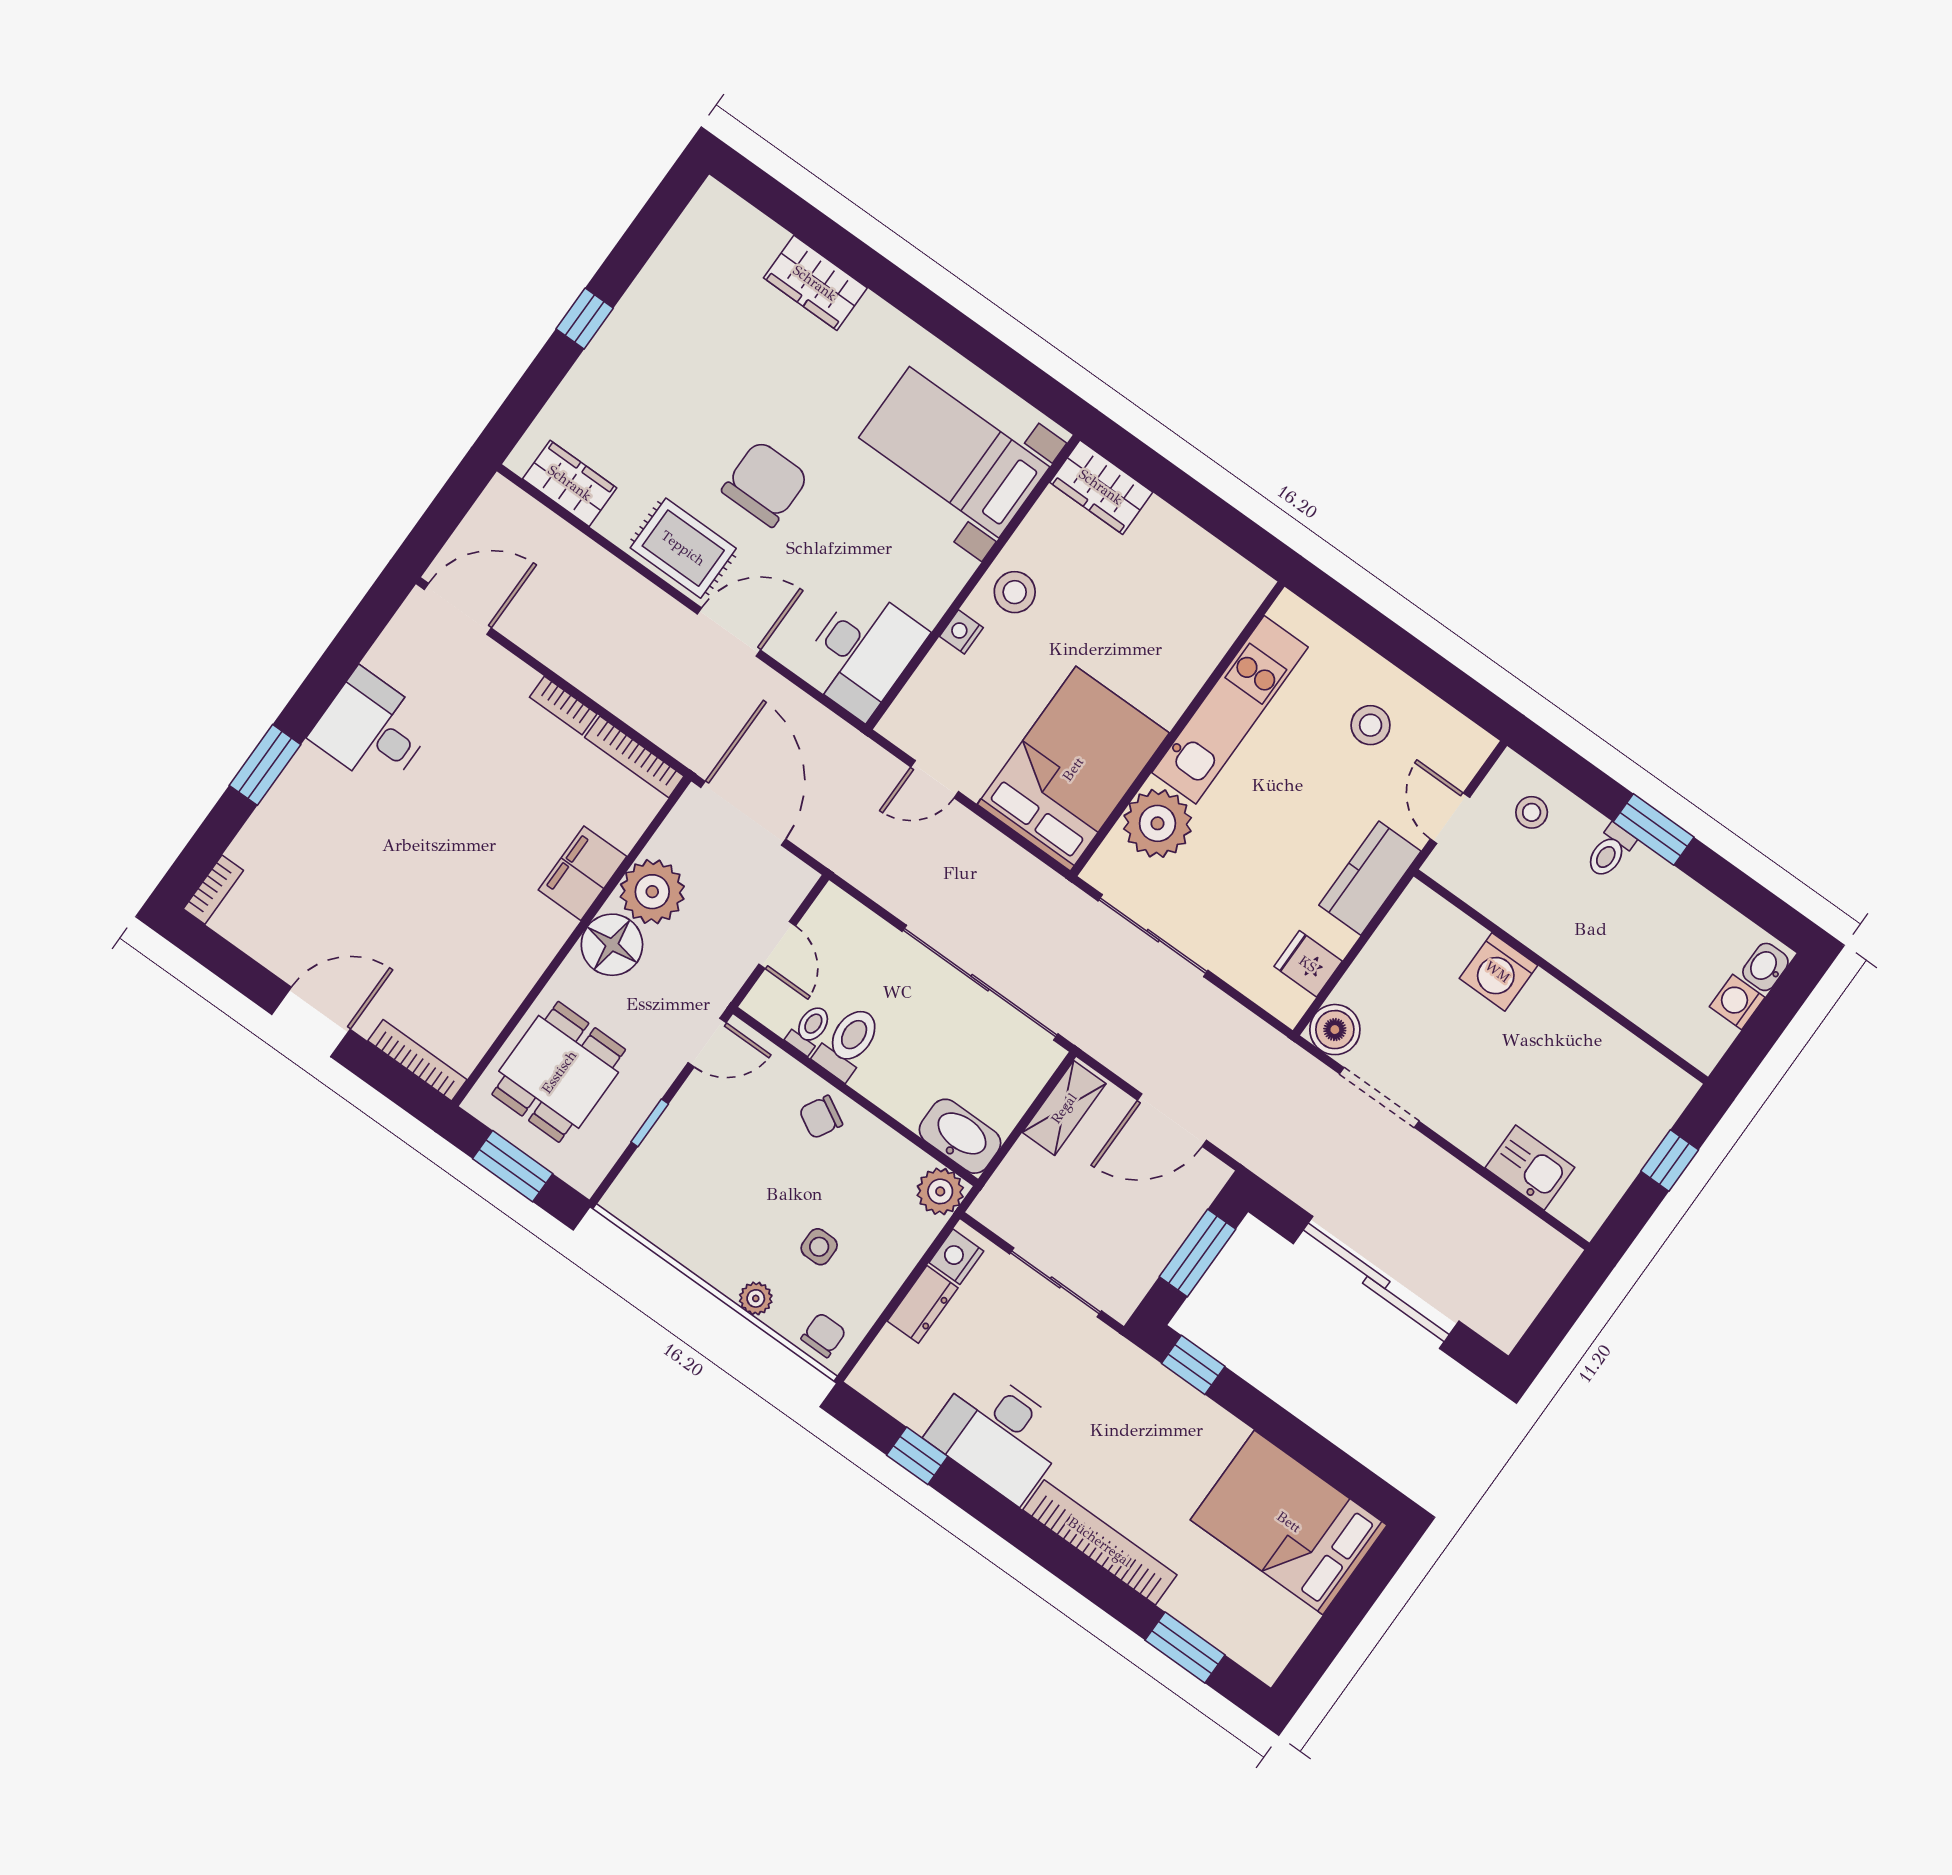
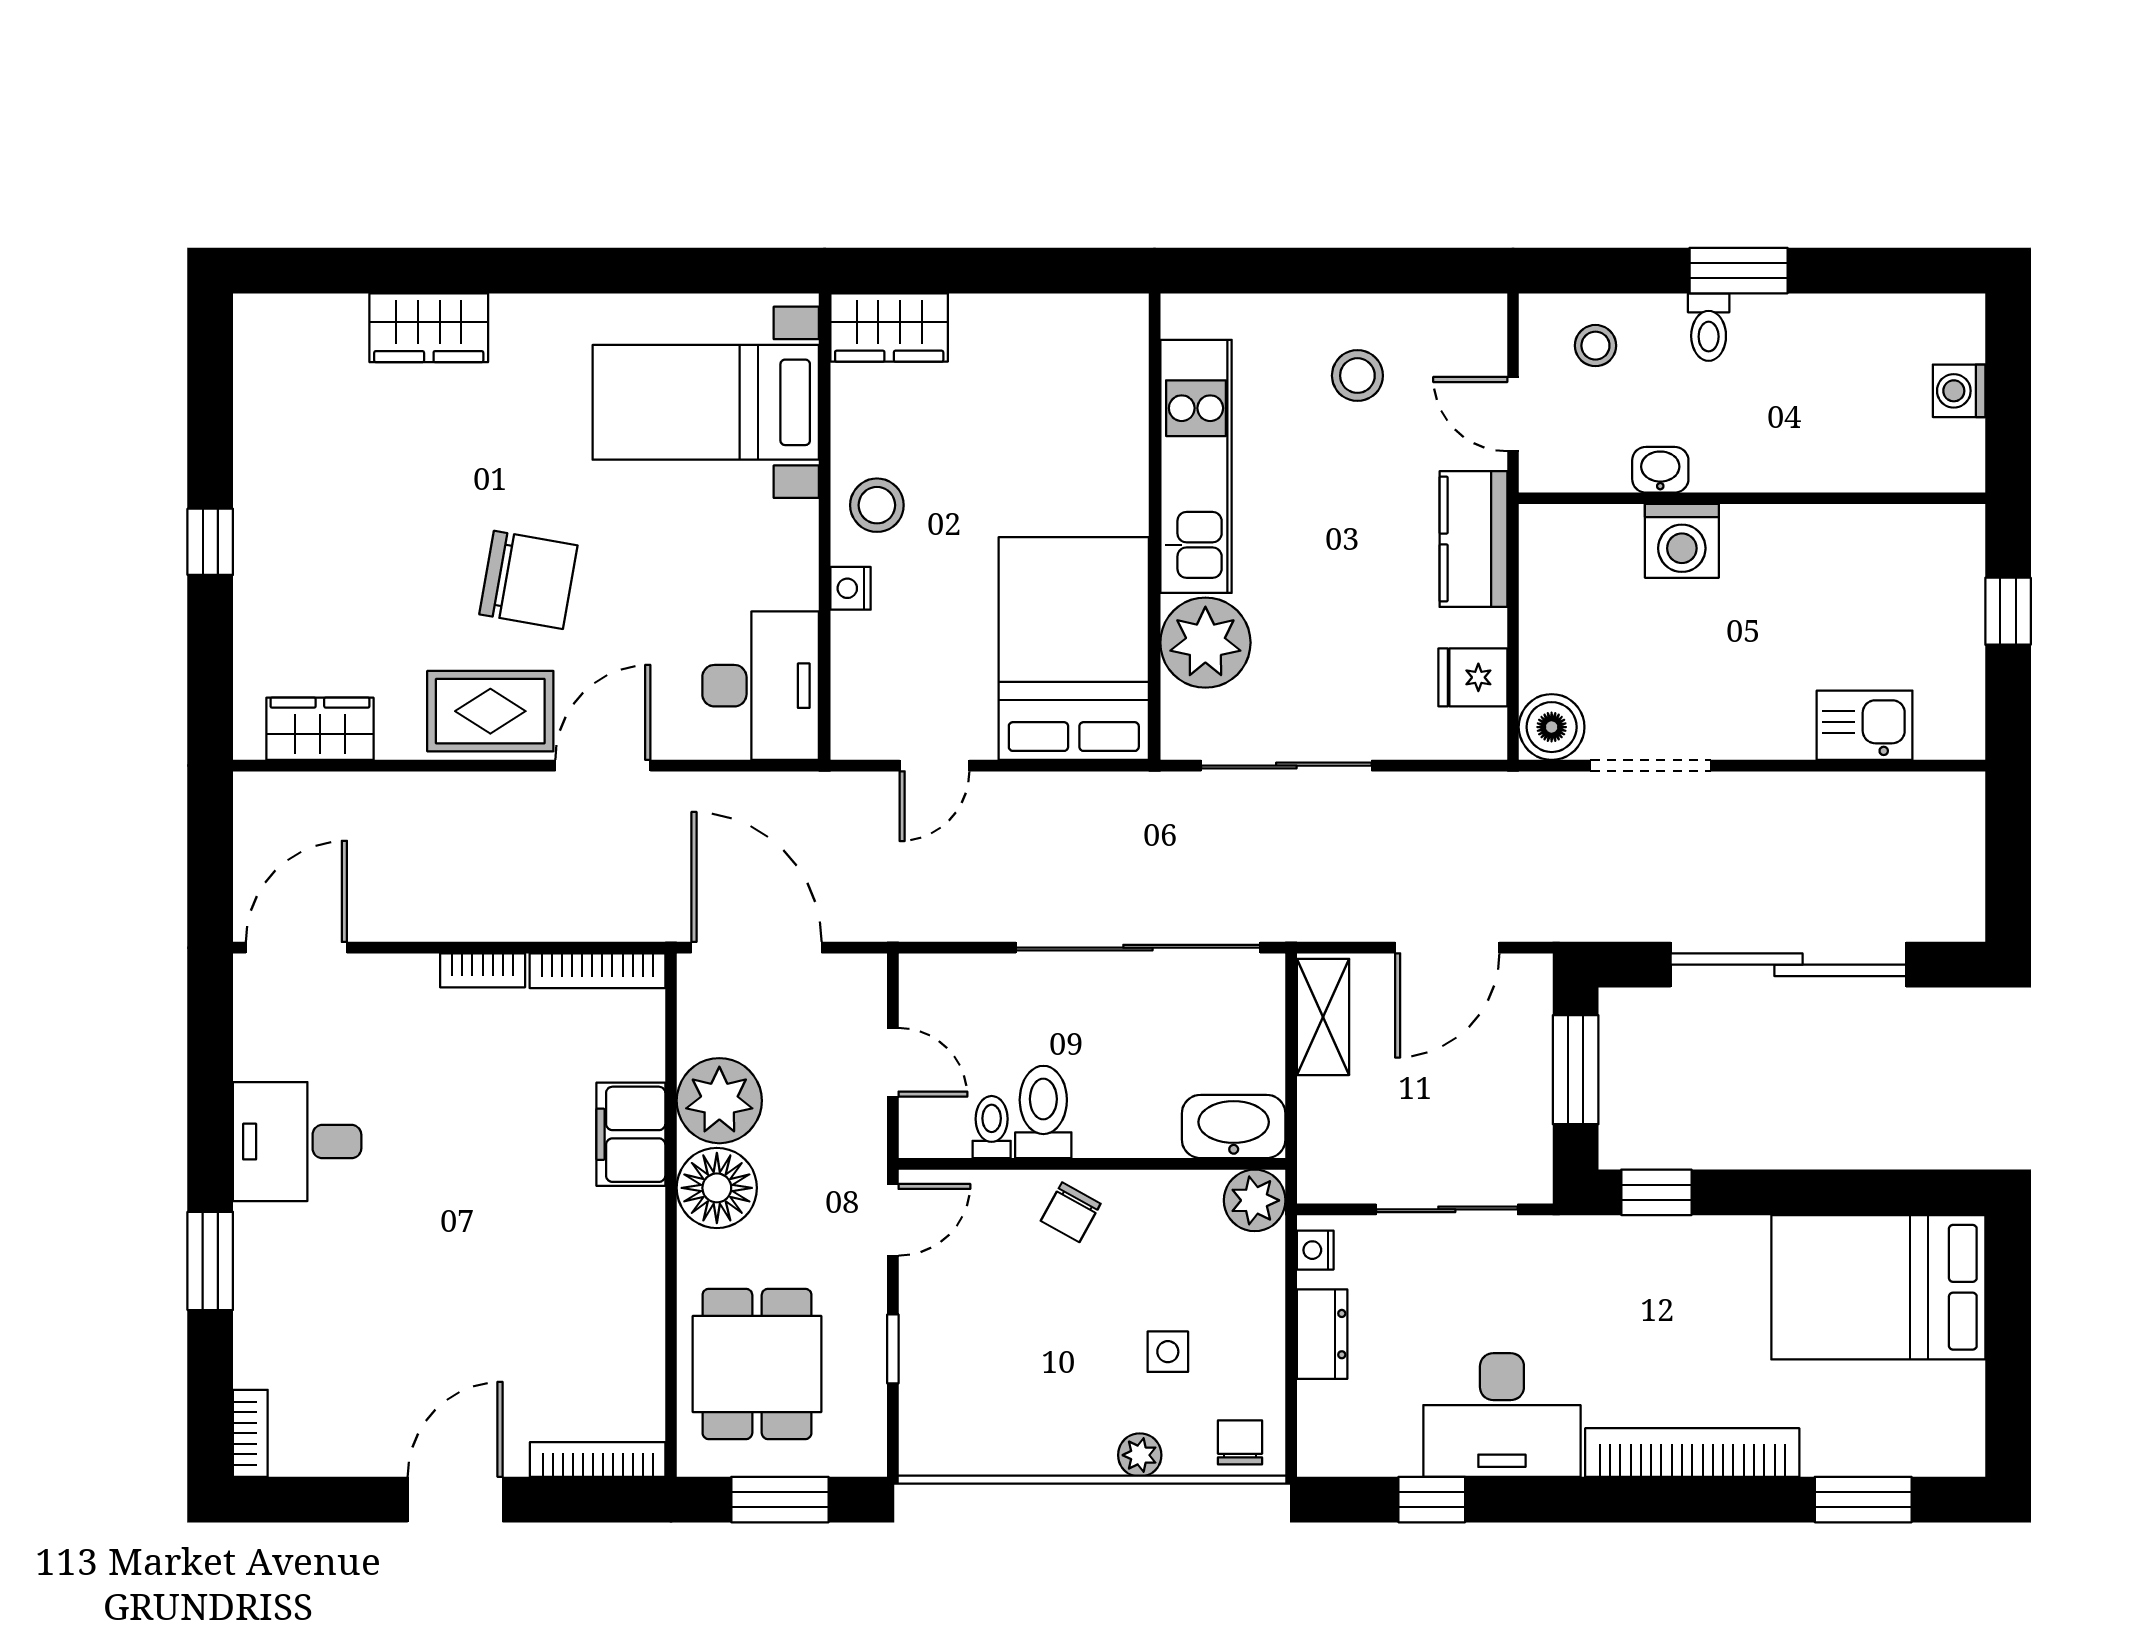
chair: (765, 484) -> (528, 580), turned 100
washbasin: (1765, 967) -> (1660, 470), moved, turned 90
nightstand: (956, 1257) -> (1315, 1250), width x0.72, depth x0.74

